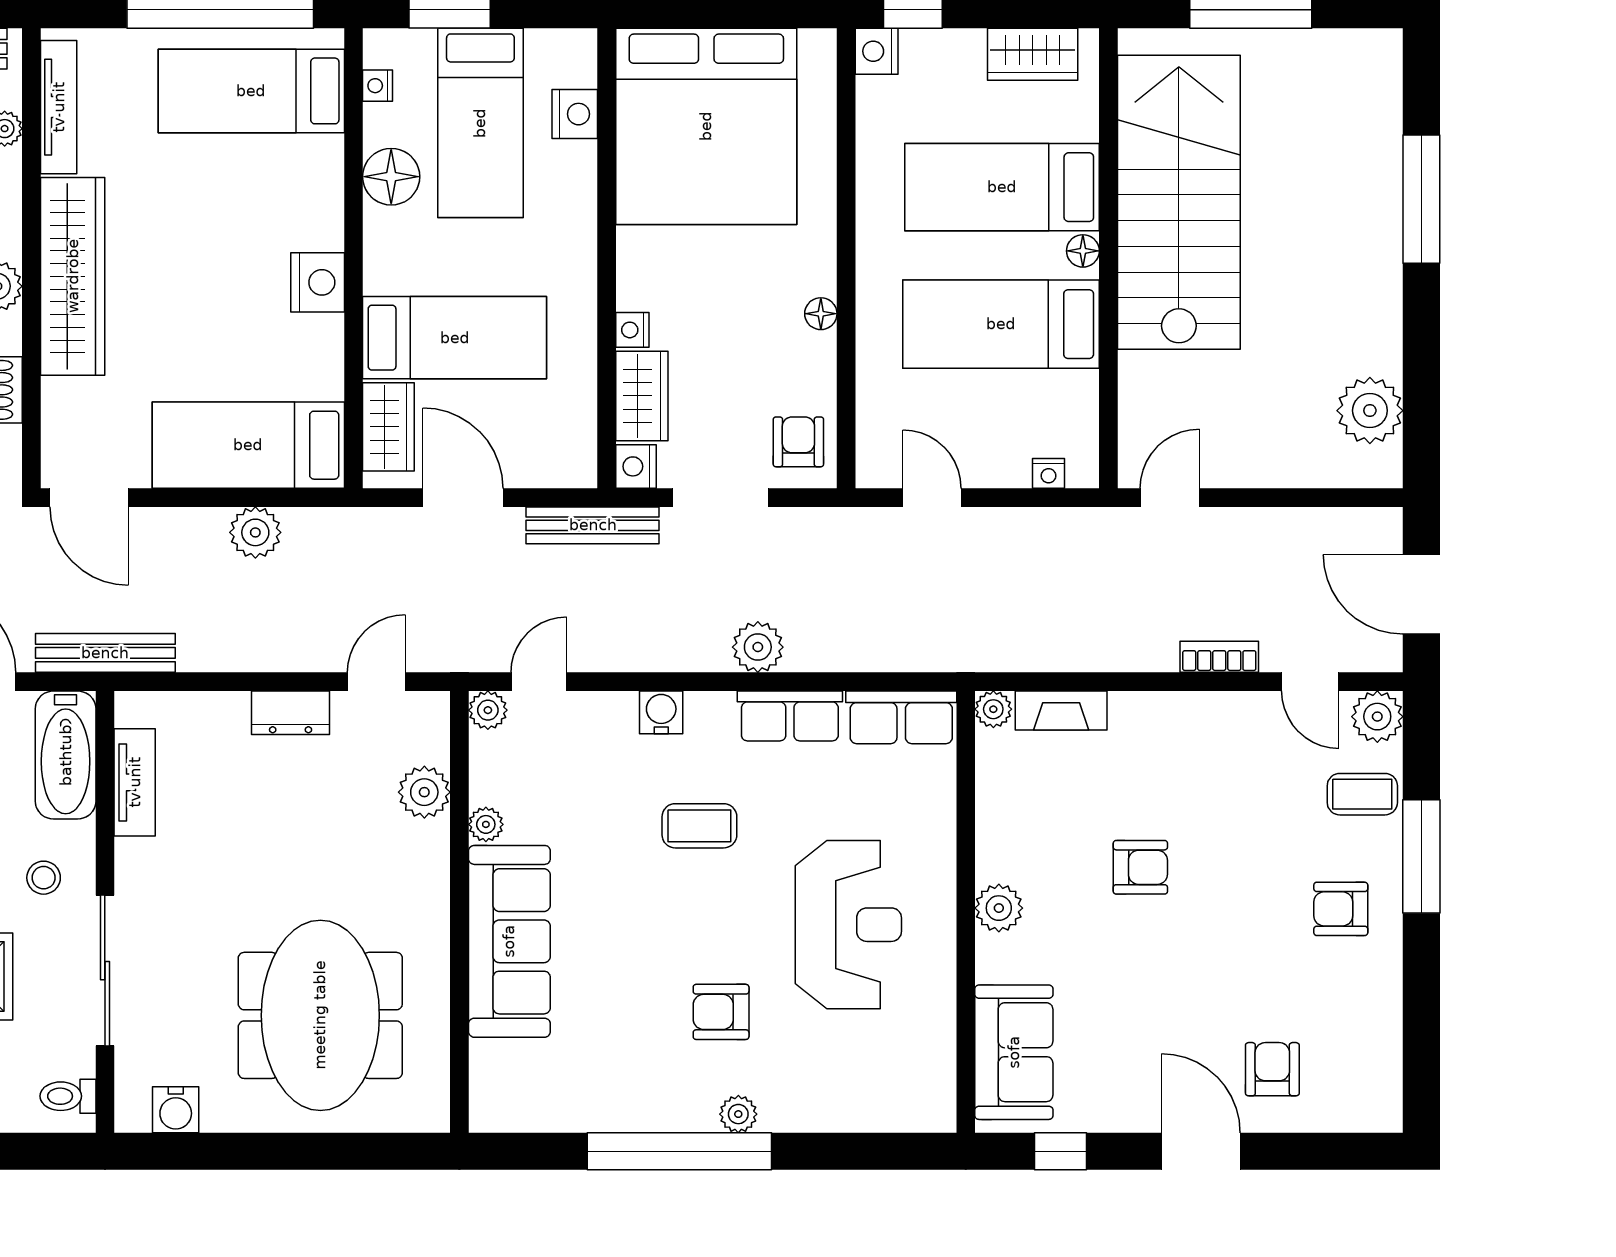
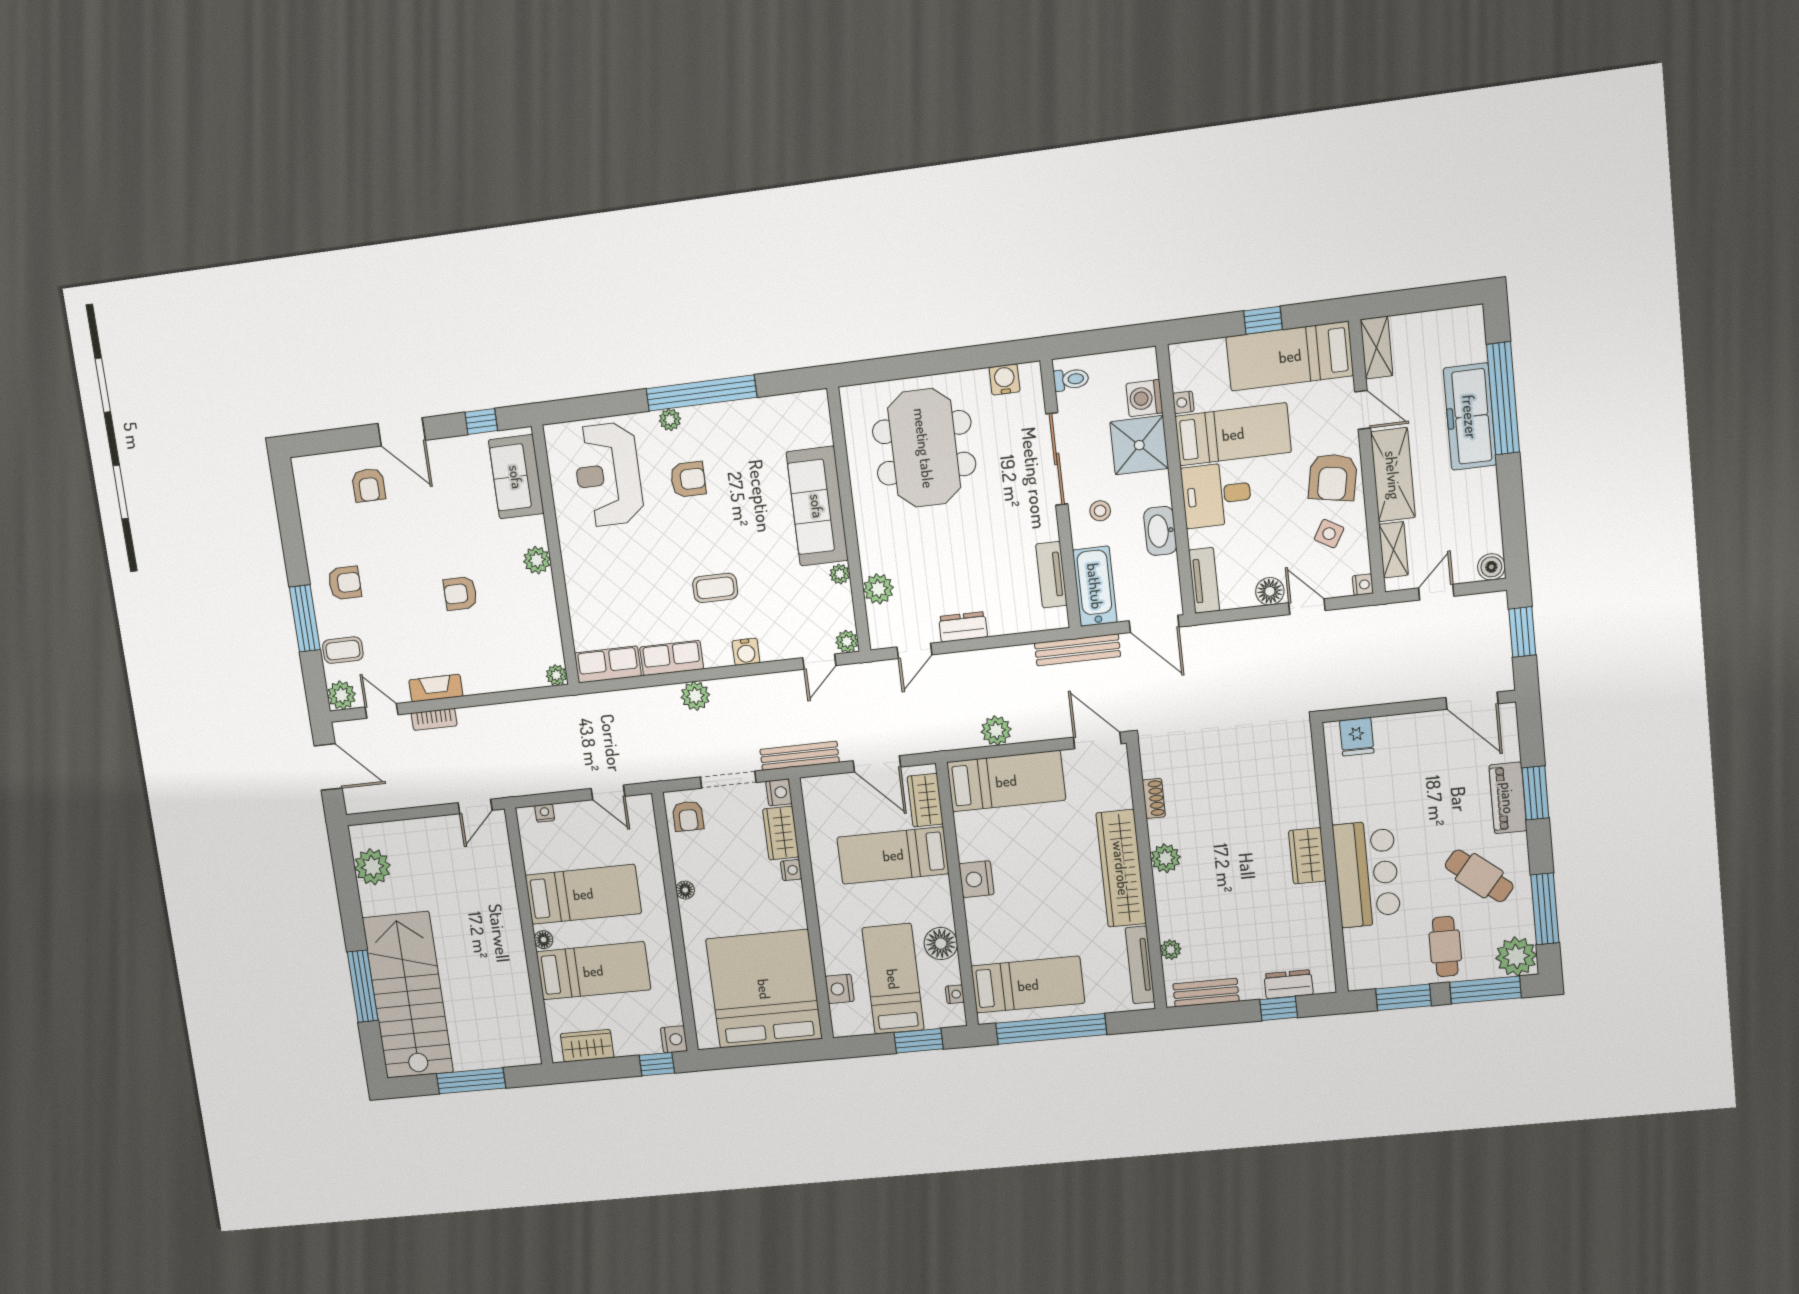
stairs: (1179, 202) -> (408, 995), moved, turned 180
fireplace: (1061, 710) -> (436, 688), moved
reception desk: (848, 925) -> (608, 474), moved

